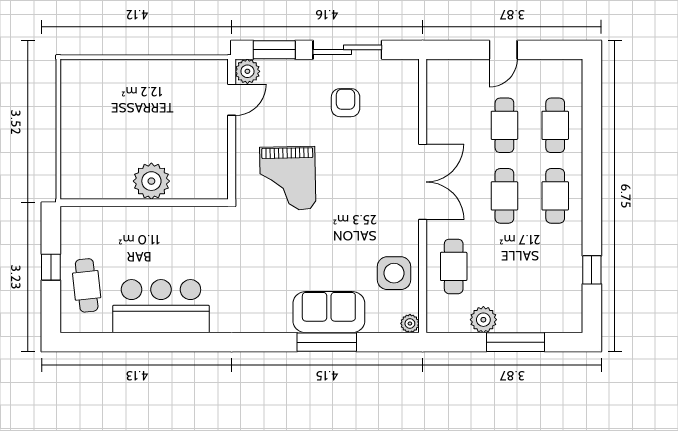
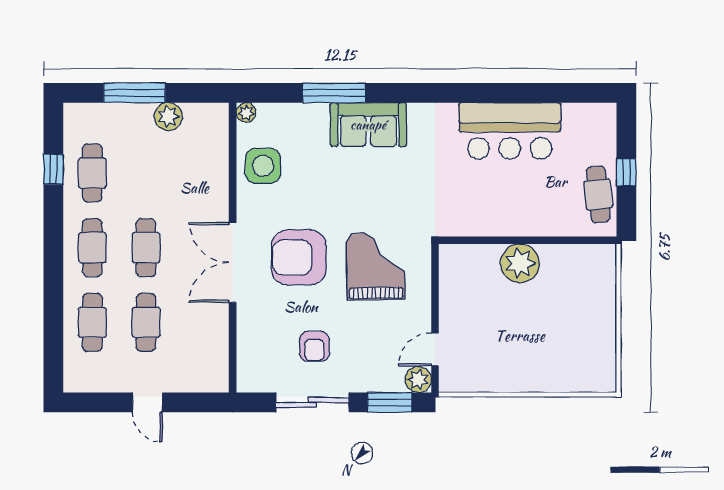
door: (503, 50) -> (147, 402), swing flipped
armchair: (360, 187) -> (299, 257), added
cafe table: (454, 266) -> (92, 173), moved
cafe table: (87, 285) -> (598, 194), moved
sofa: (329, 312) -> (368, 125), moved

